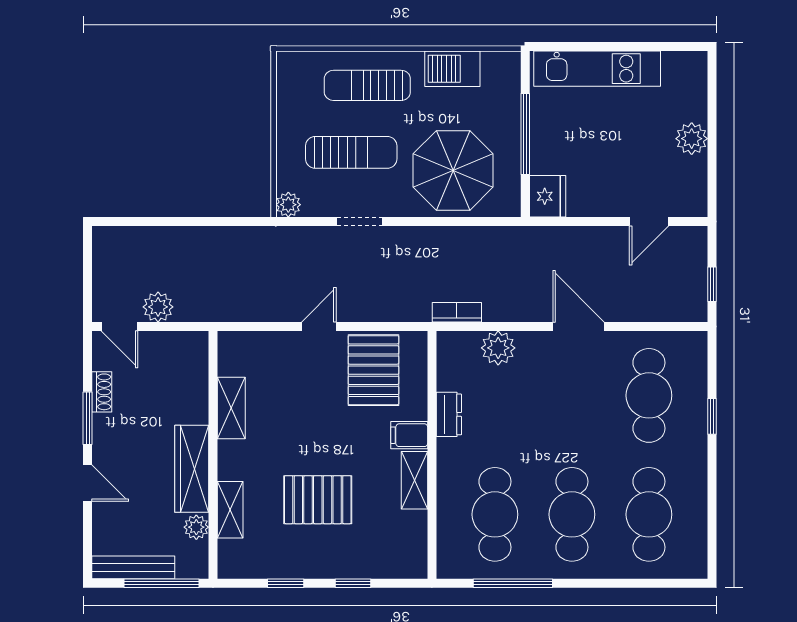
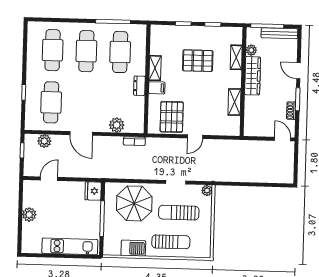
plant: (158, 307) -> (44, 141), moved
dresser: (449, 414) -> (139, 86), moved

